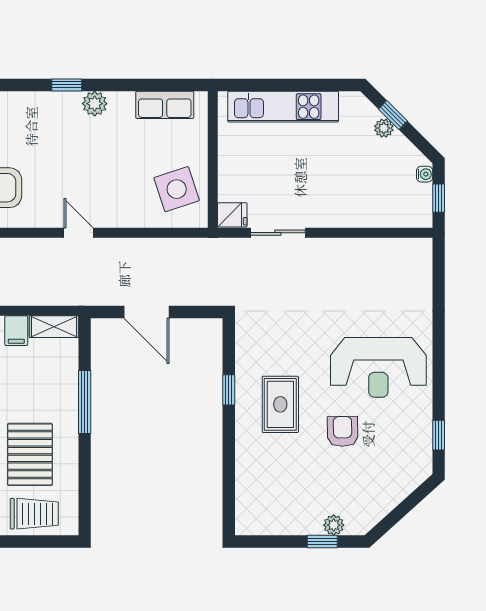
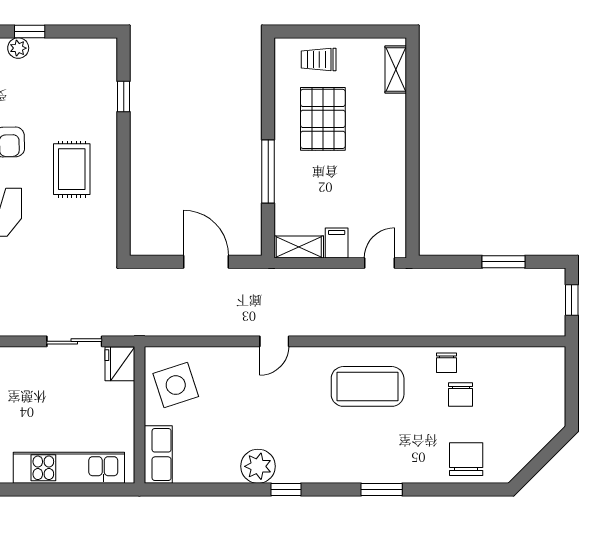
plant: (95, 104) -> (258, 466), width x1.36, depth x1.36
row of seats: (165, 105) -> (158, 454), moved, turned 90
fridge: (232, 215) -> (120, 364), width x1.38
door: (78, 233) -> (274, 341), hinge flipped
window: (229, 390) -> (124, 96), moved
trolley: (34, 514) -> (319, 59), width x0.73, depth x0.72

